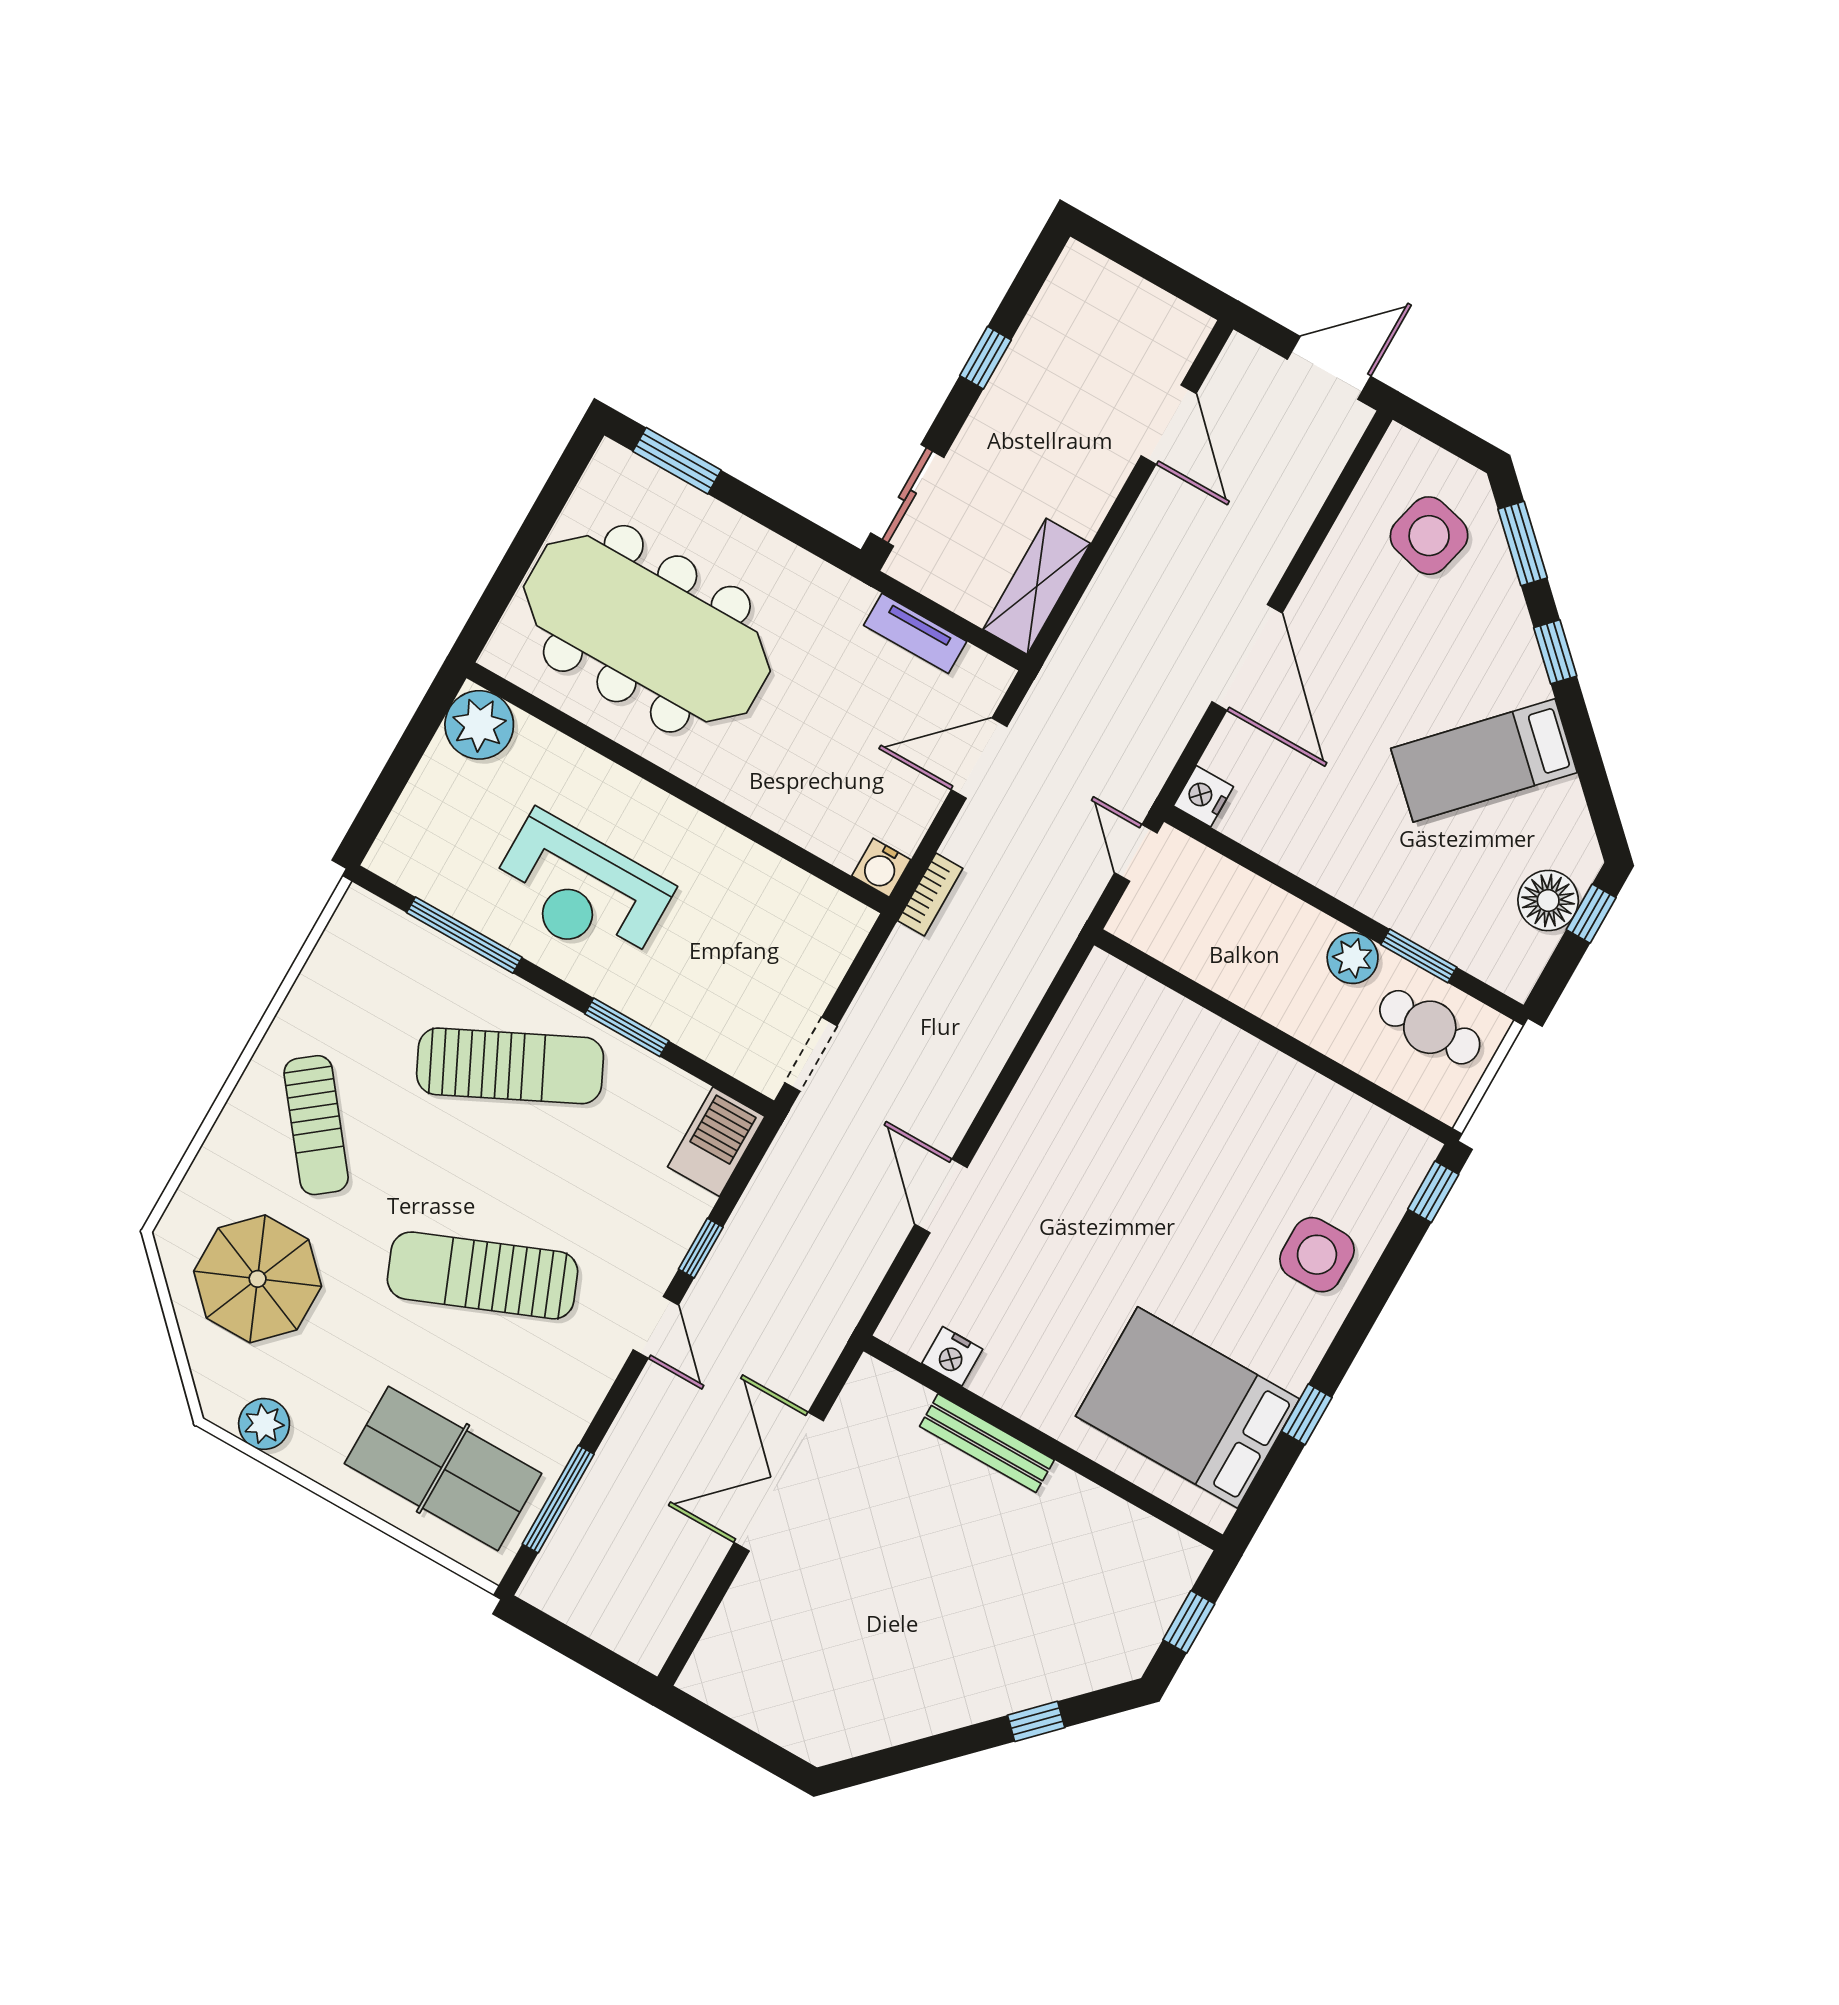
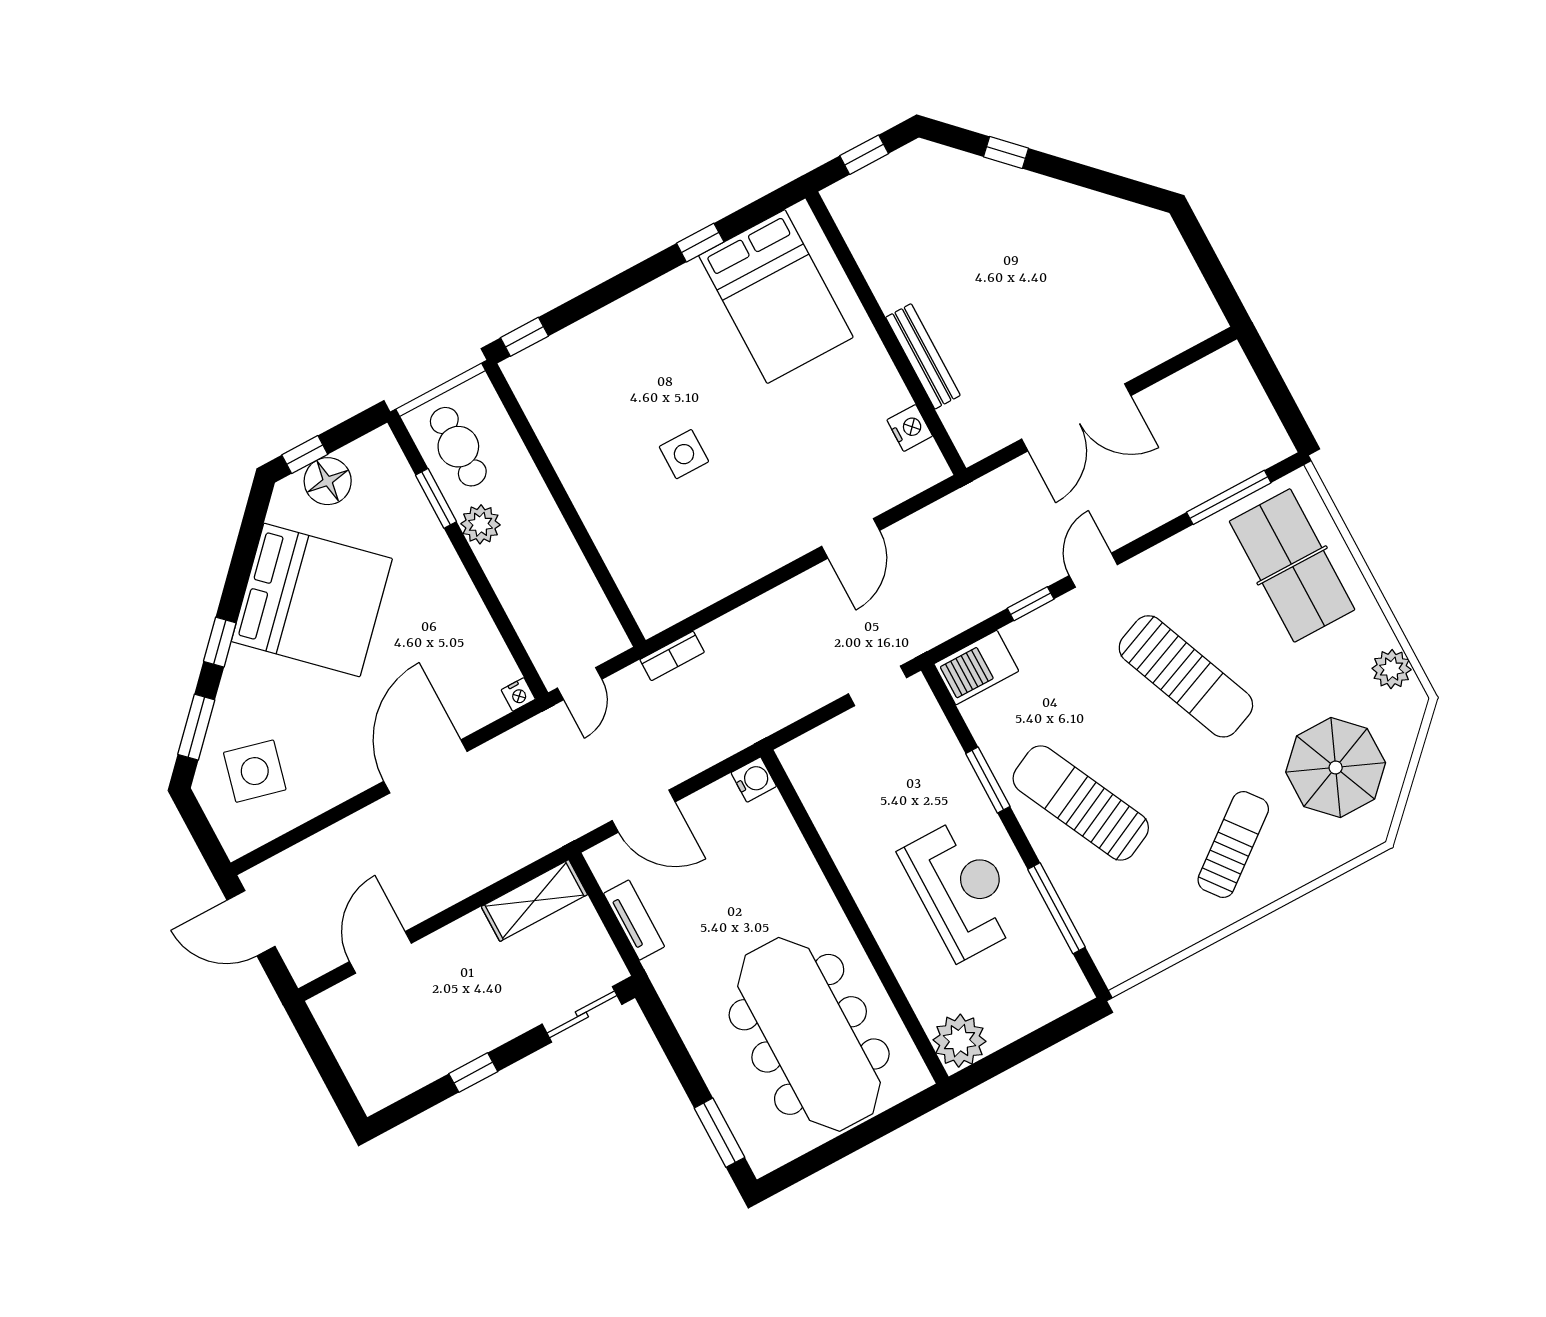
bed: (1484, 760) -> (312, 600), width x2.04
nightstand: (1203, 796) -> (518, 694), width x0.72, depth x0.74
bookcase: (930, 894) -> (672, 656), moved, turned 180
side table: (1317, 1255) -> (684, 454), moved, width x0.73, depth x0.73

